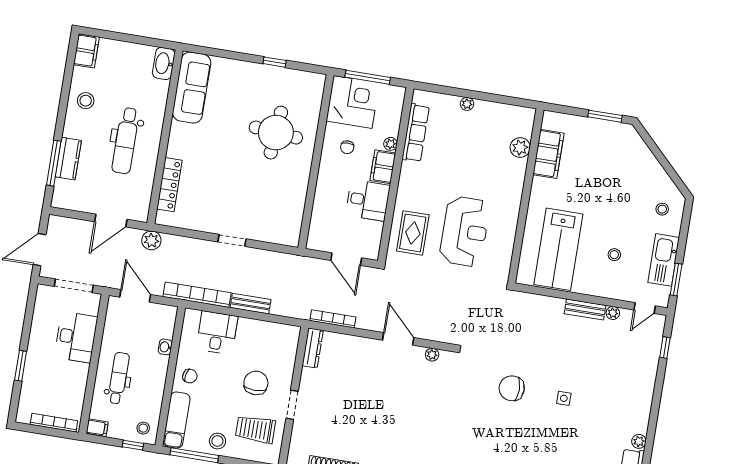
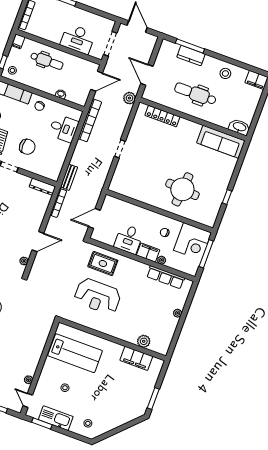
lab bench: (558, 249) -> (75, 353), turned 180
bench: (250, 304) -> (69, 177), moved
bench: (585, 309) -> (34, 363), removed

